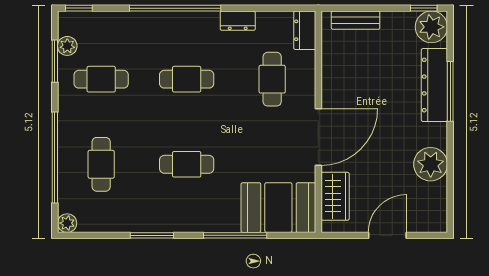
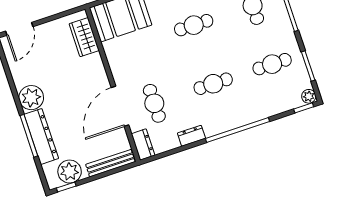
bench: (356, 20) -> (110, 163), width x1.36
plant: (431, 27) -> (70, 172), moved
plant: (67, 46) -> (309, 96), moved
door: (318, 137) -> (120, 106), moved
plant: (431, 164) -> (31, 98), moved
door: (387, 235) -> (19, 29), moved

